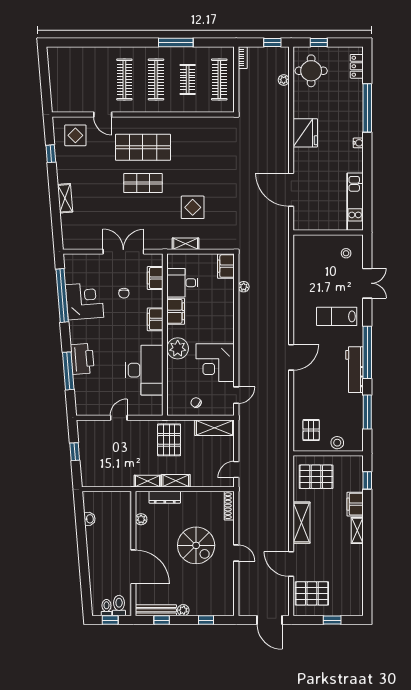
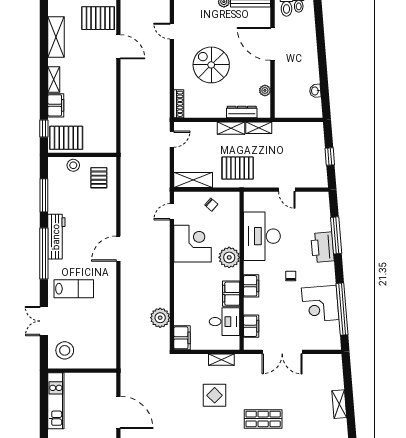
stool: (346, 253) -> (65, 350), width x1.89, depth x1.89
plant: (244, 287) -> (160, 318), width x1.87, depth x1.87
chair: (124, 293) -> (291, 276), moved
door: (119, 418) -> (287, 190), hinge flipped
pallet: (169, 440) -> (238, 168), turned 90
pallet: (316, 477) -> (66, 138), moved
shelving: (302, 523) -> (56, 37), moved
door: (236, 553) -> (172, 31), moved

